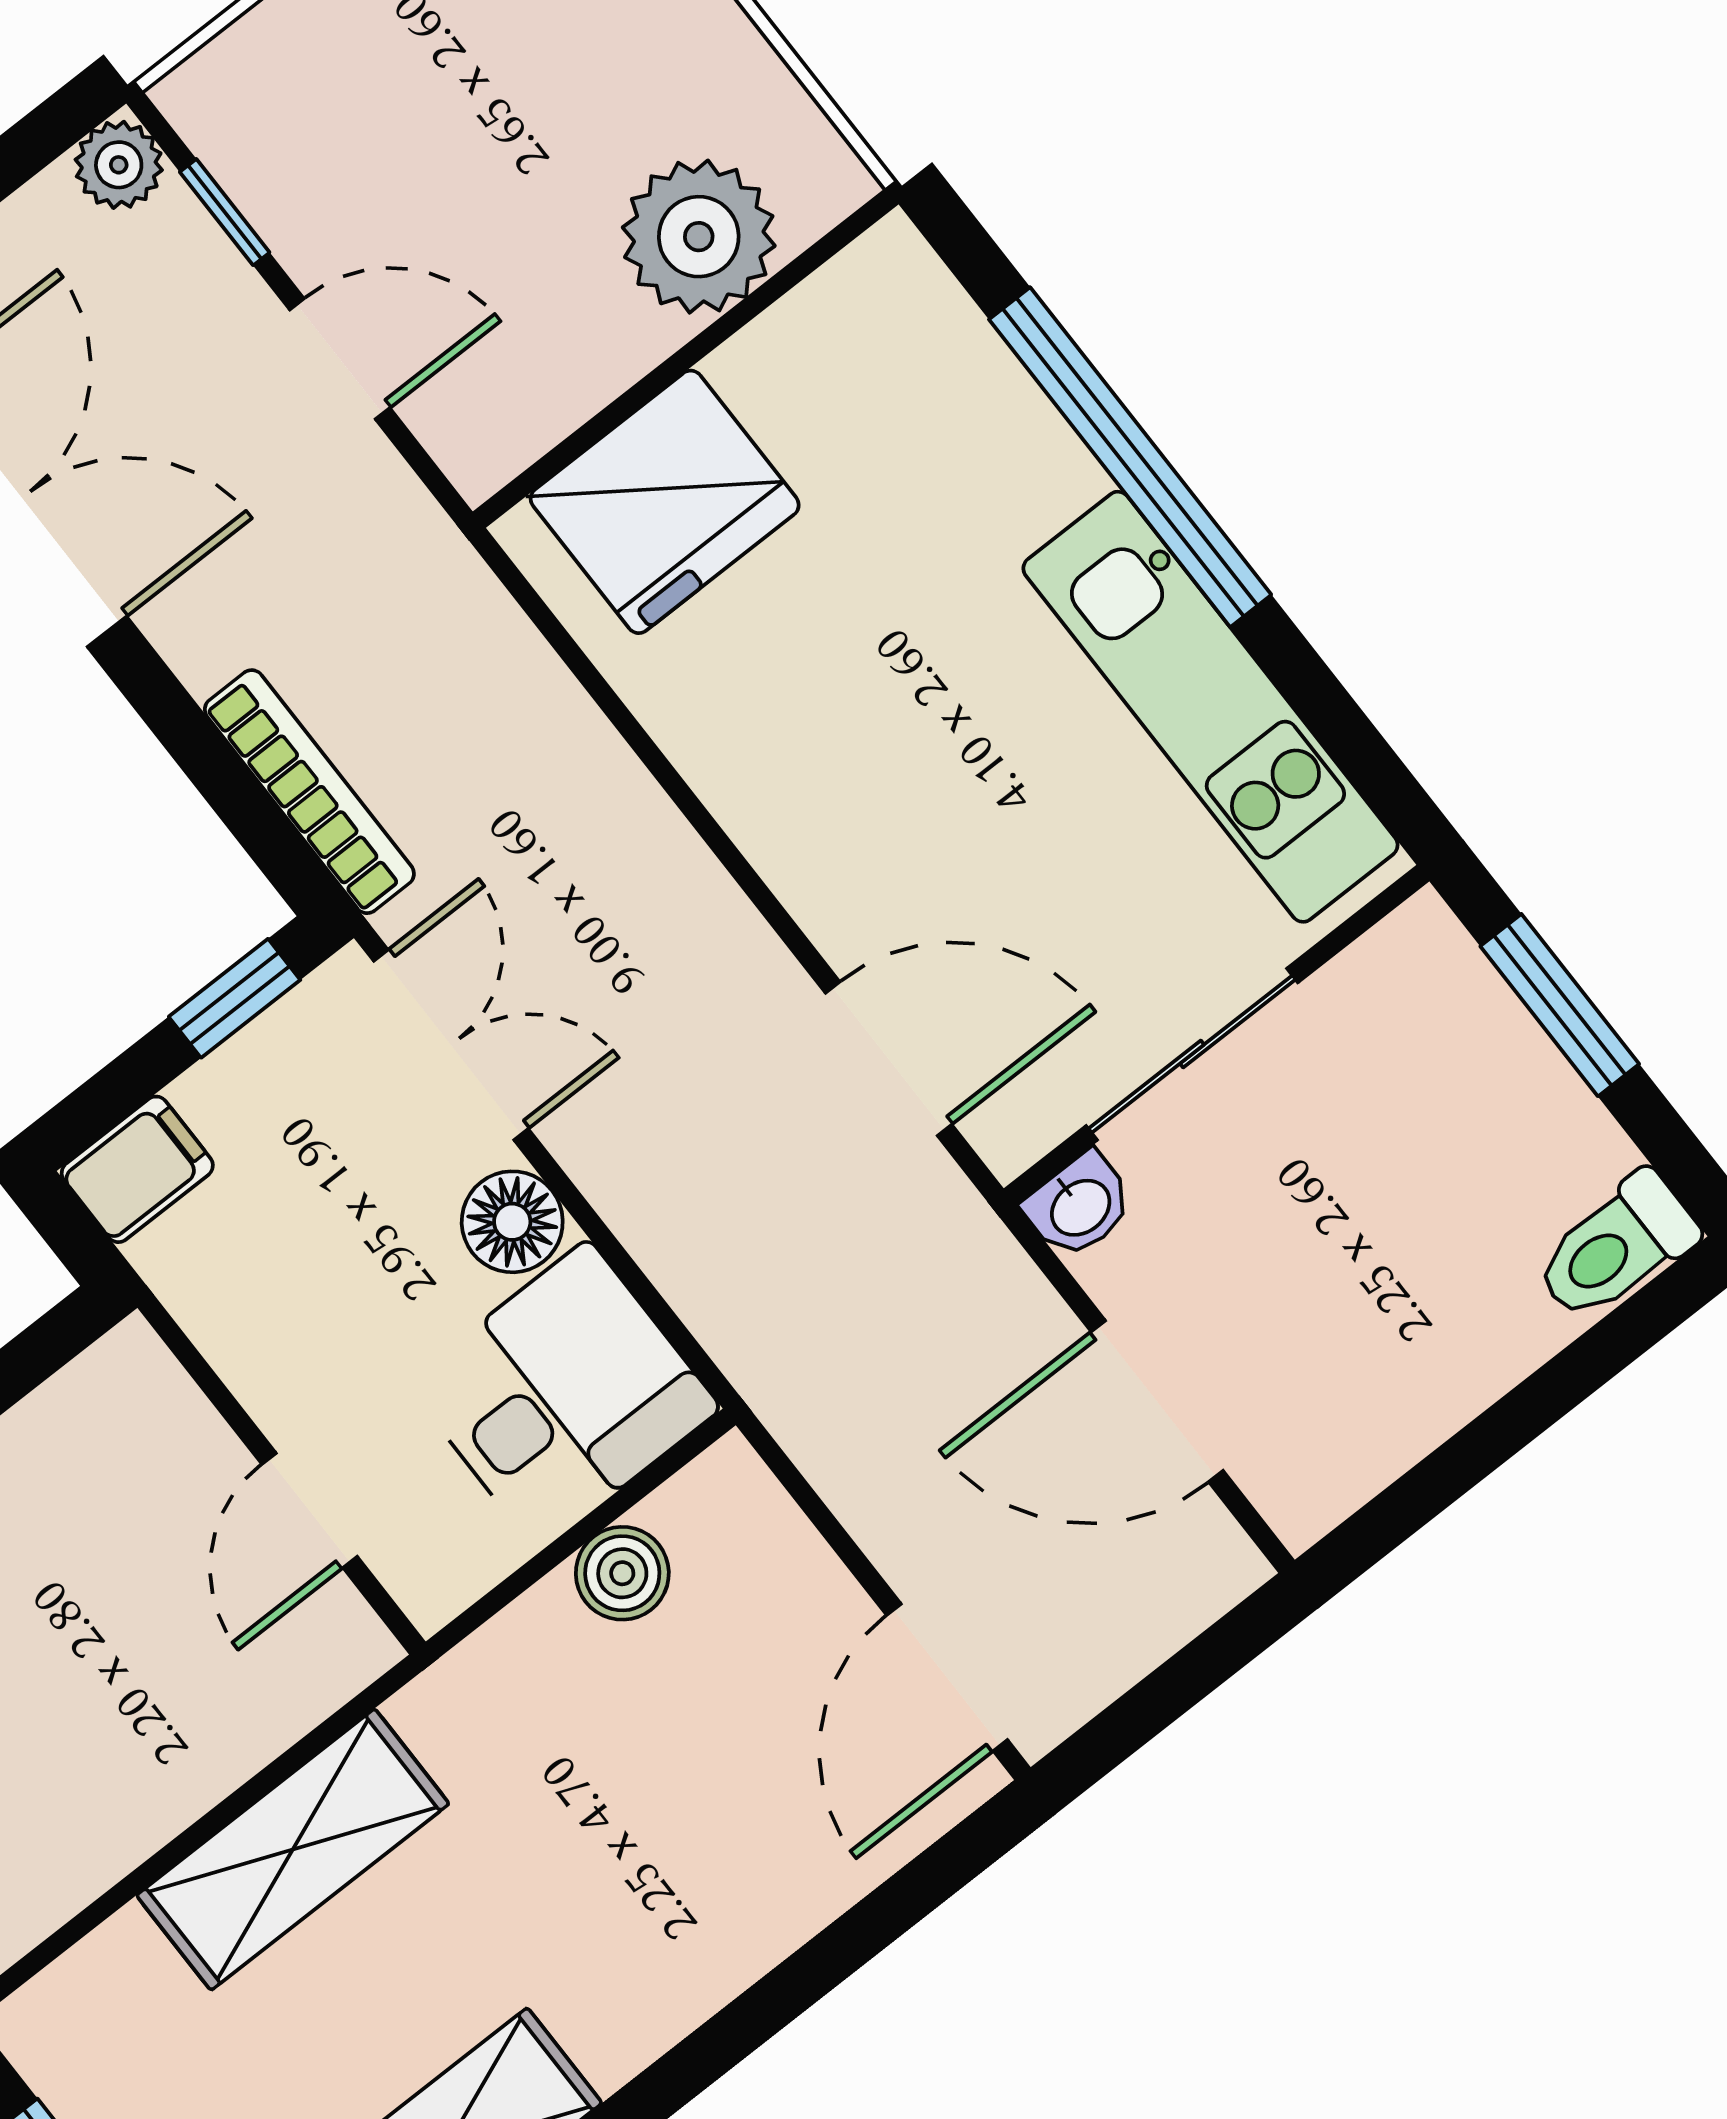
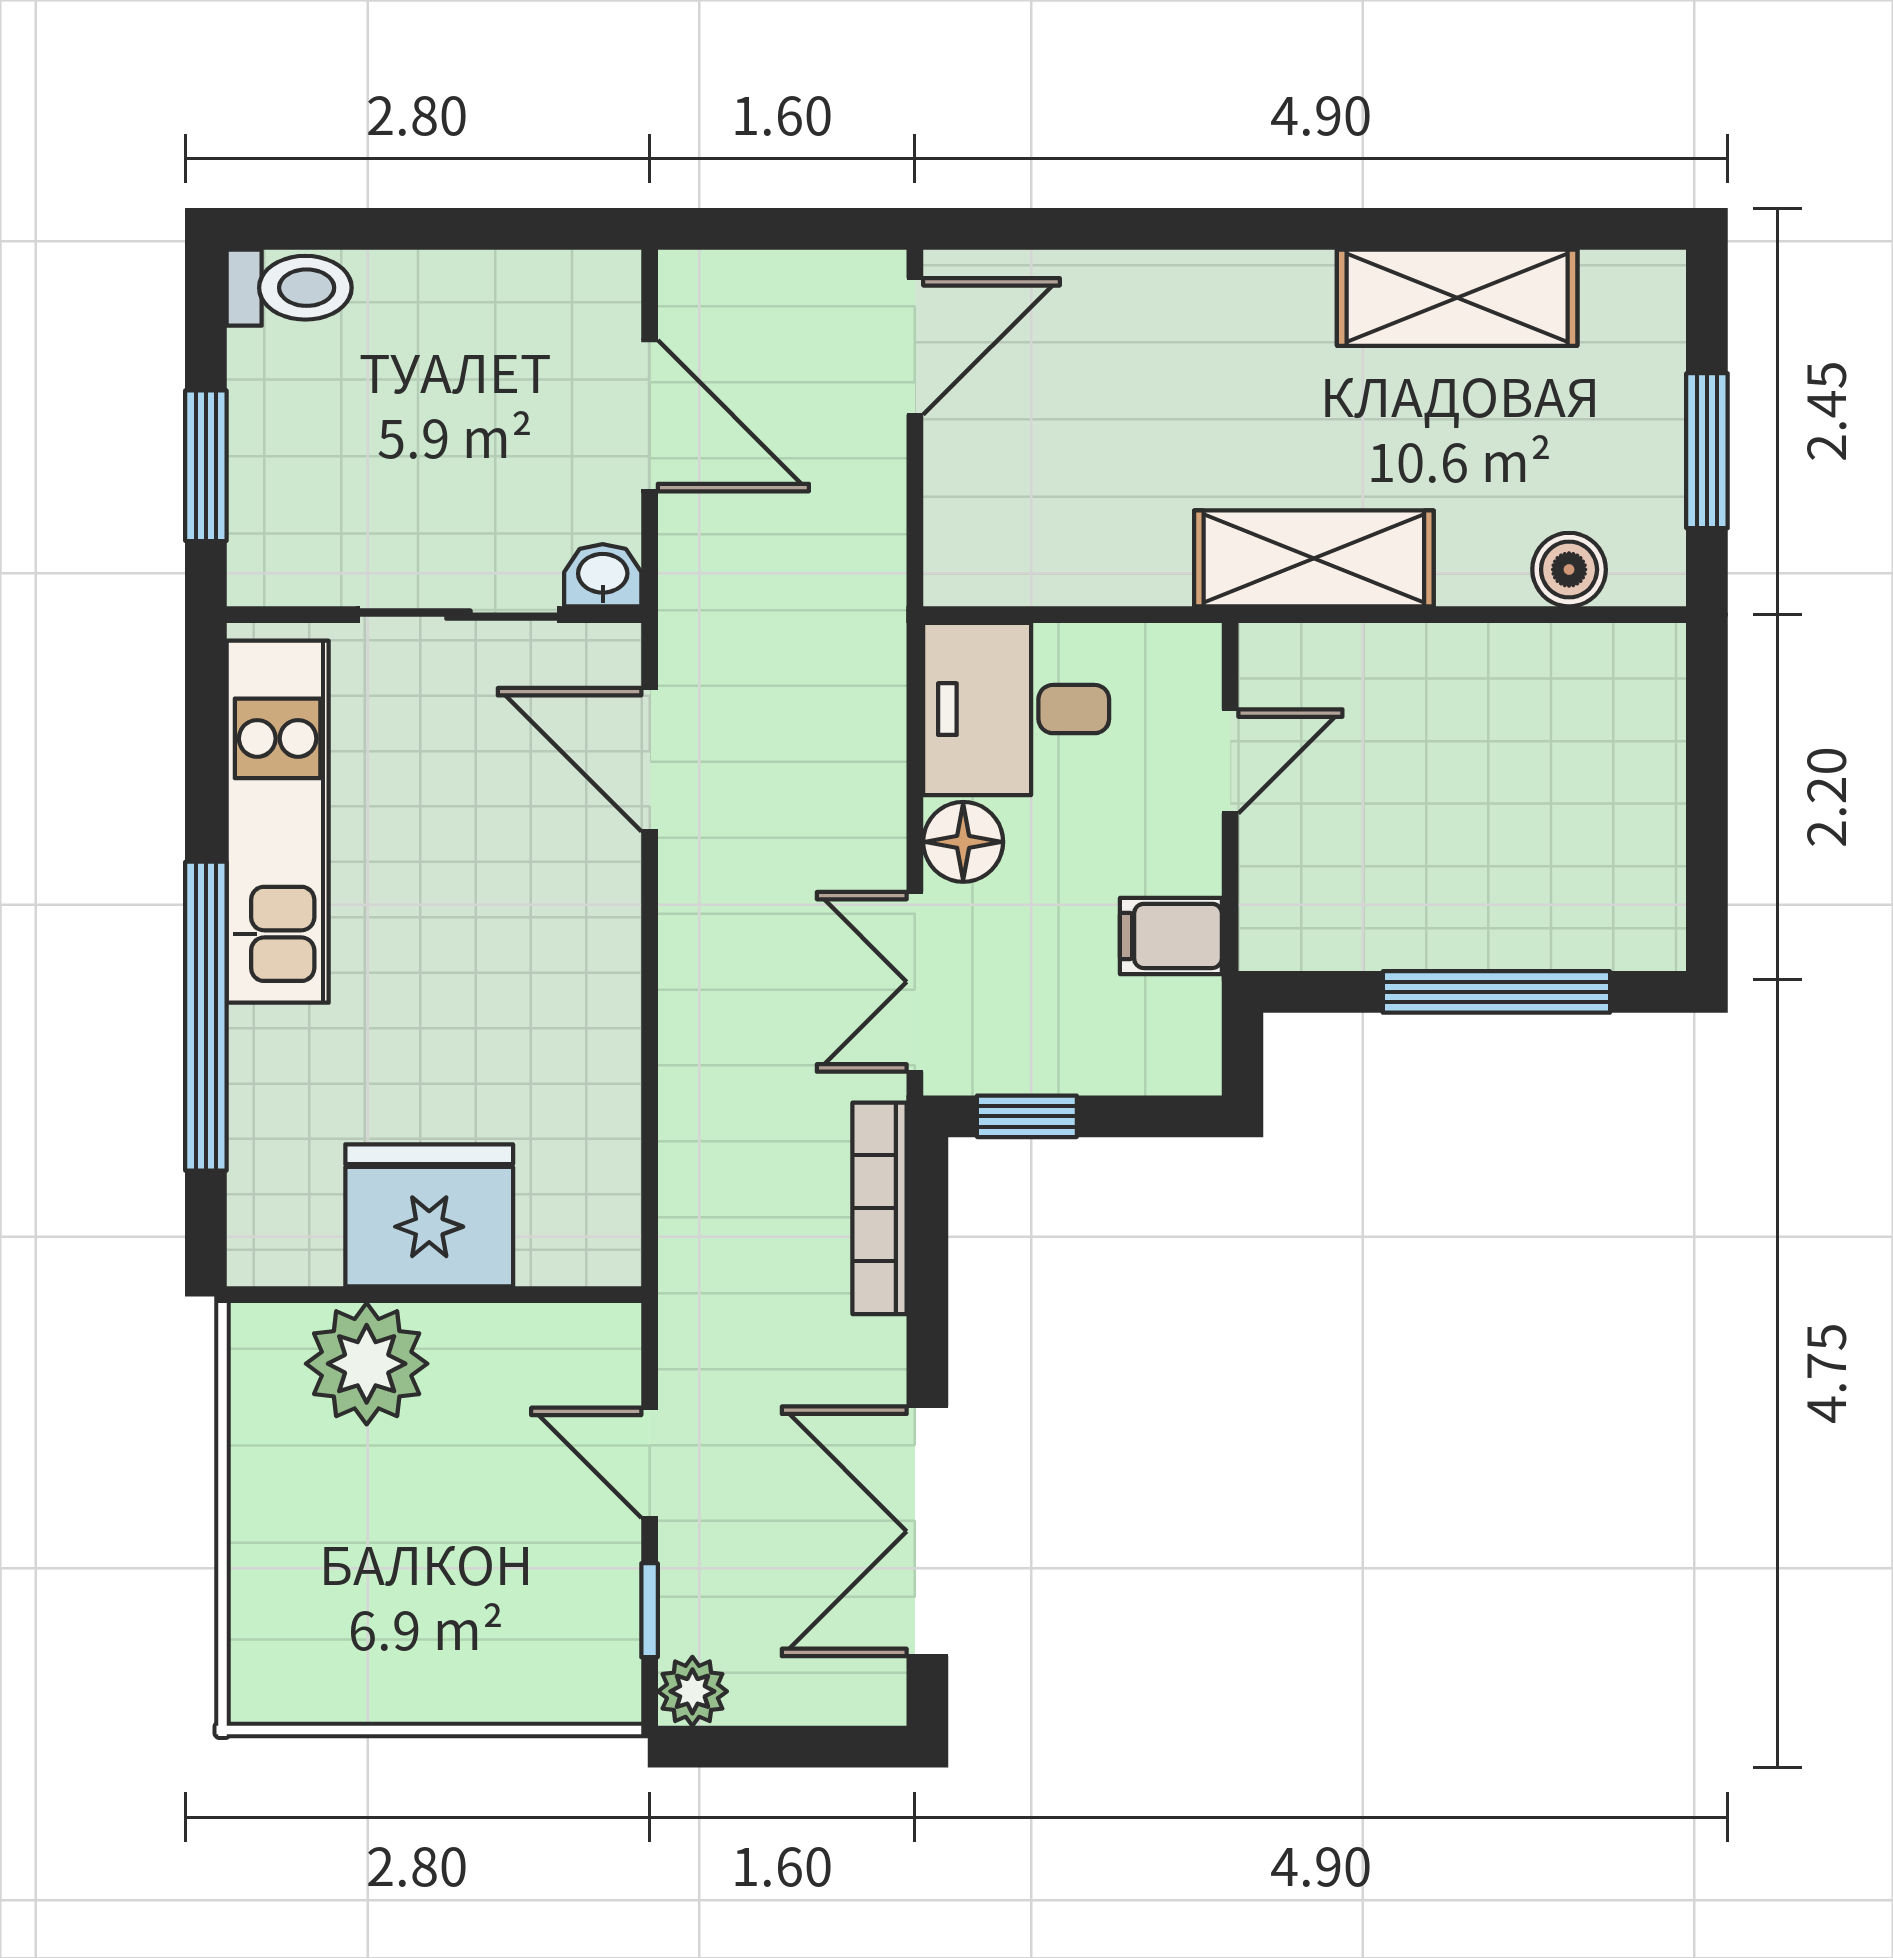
fridge: (665, 502) -> (429, 1215), moved
filing cabinet: (137, 1169) -> (1171, 936), moved
boiler: (622, 1573) -> (1569, 570), moved
shelving: (293, 1849) -> (1314, 558), moved

